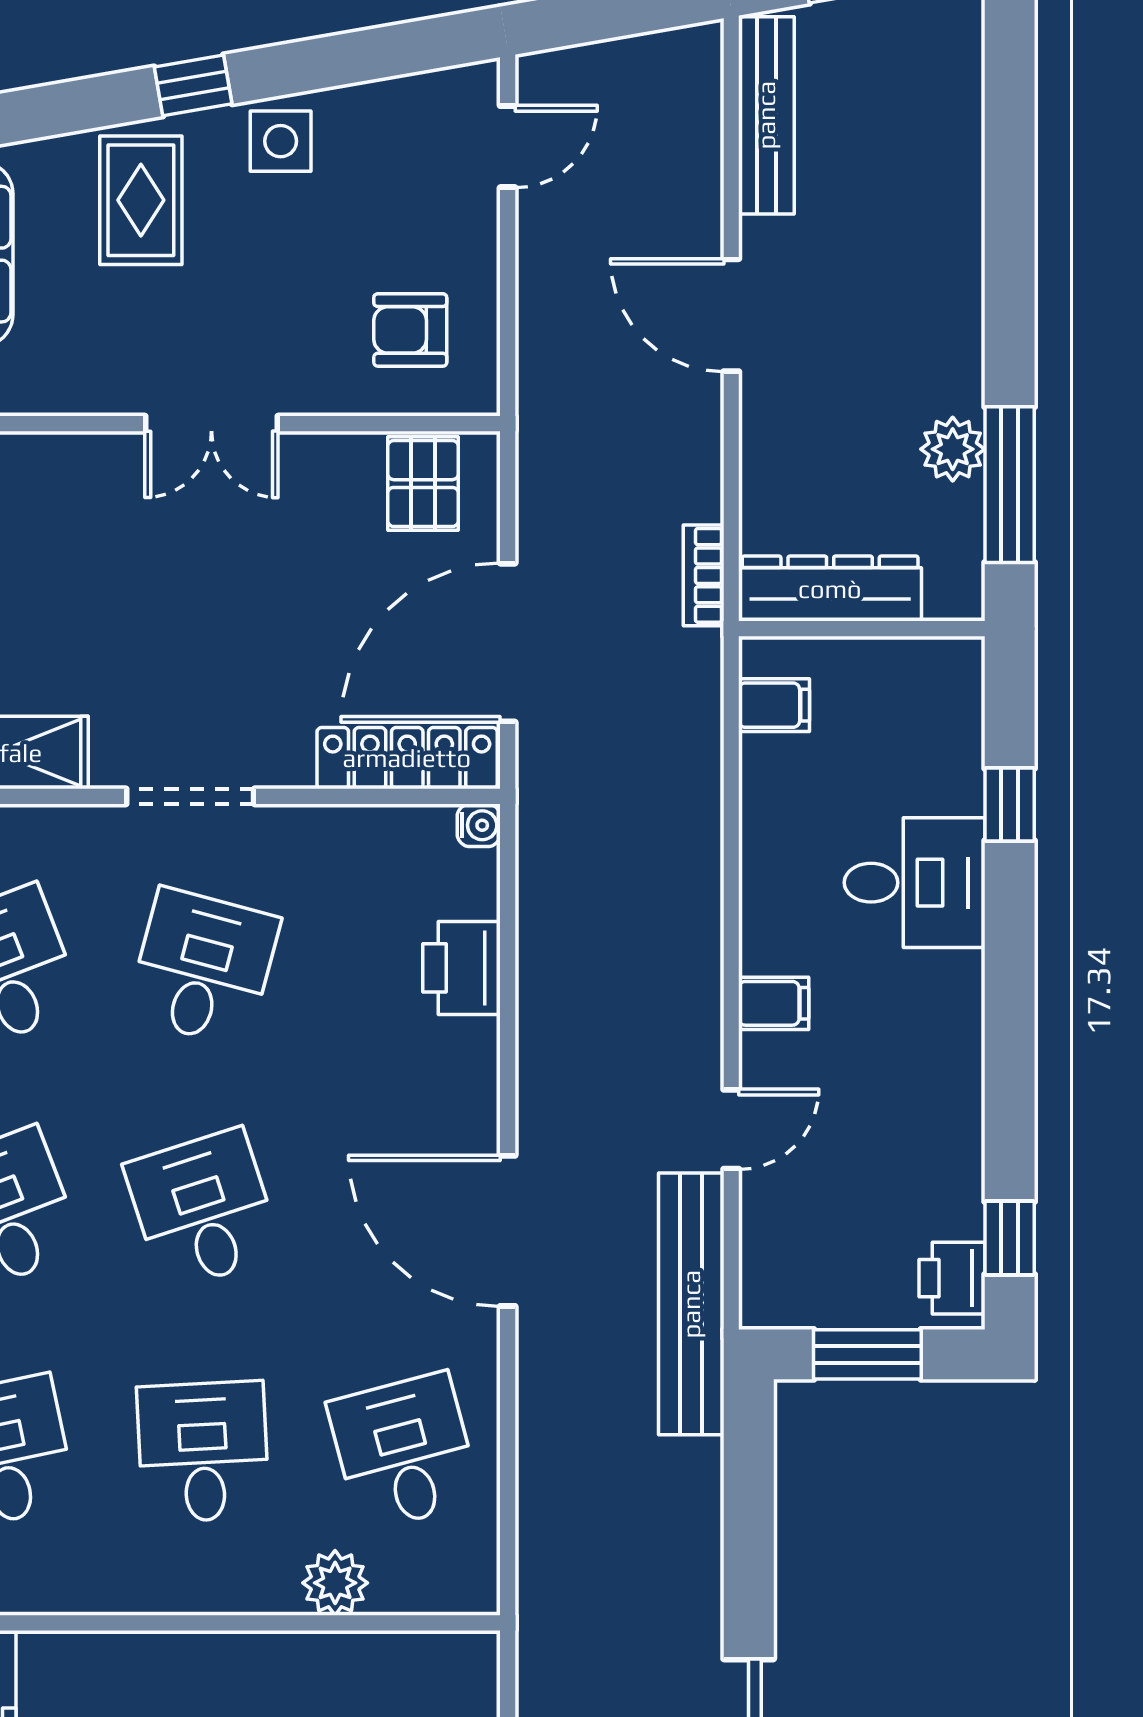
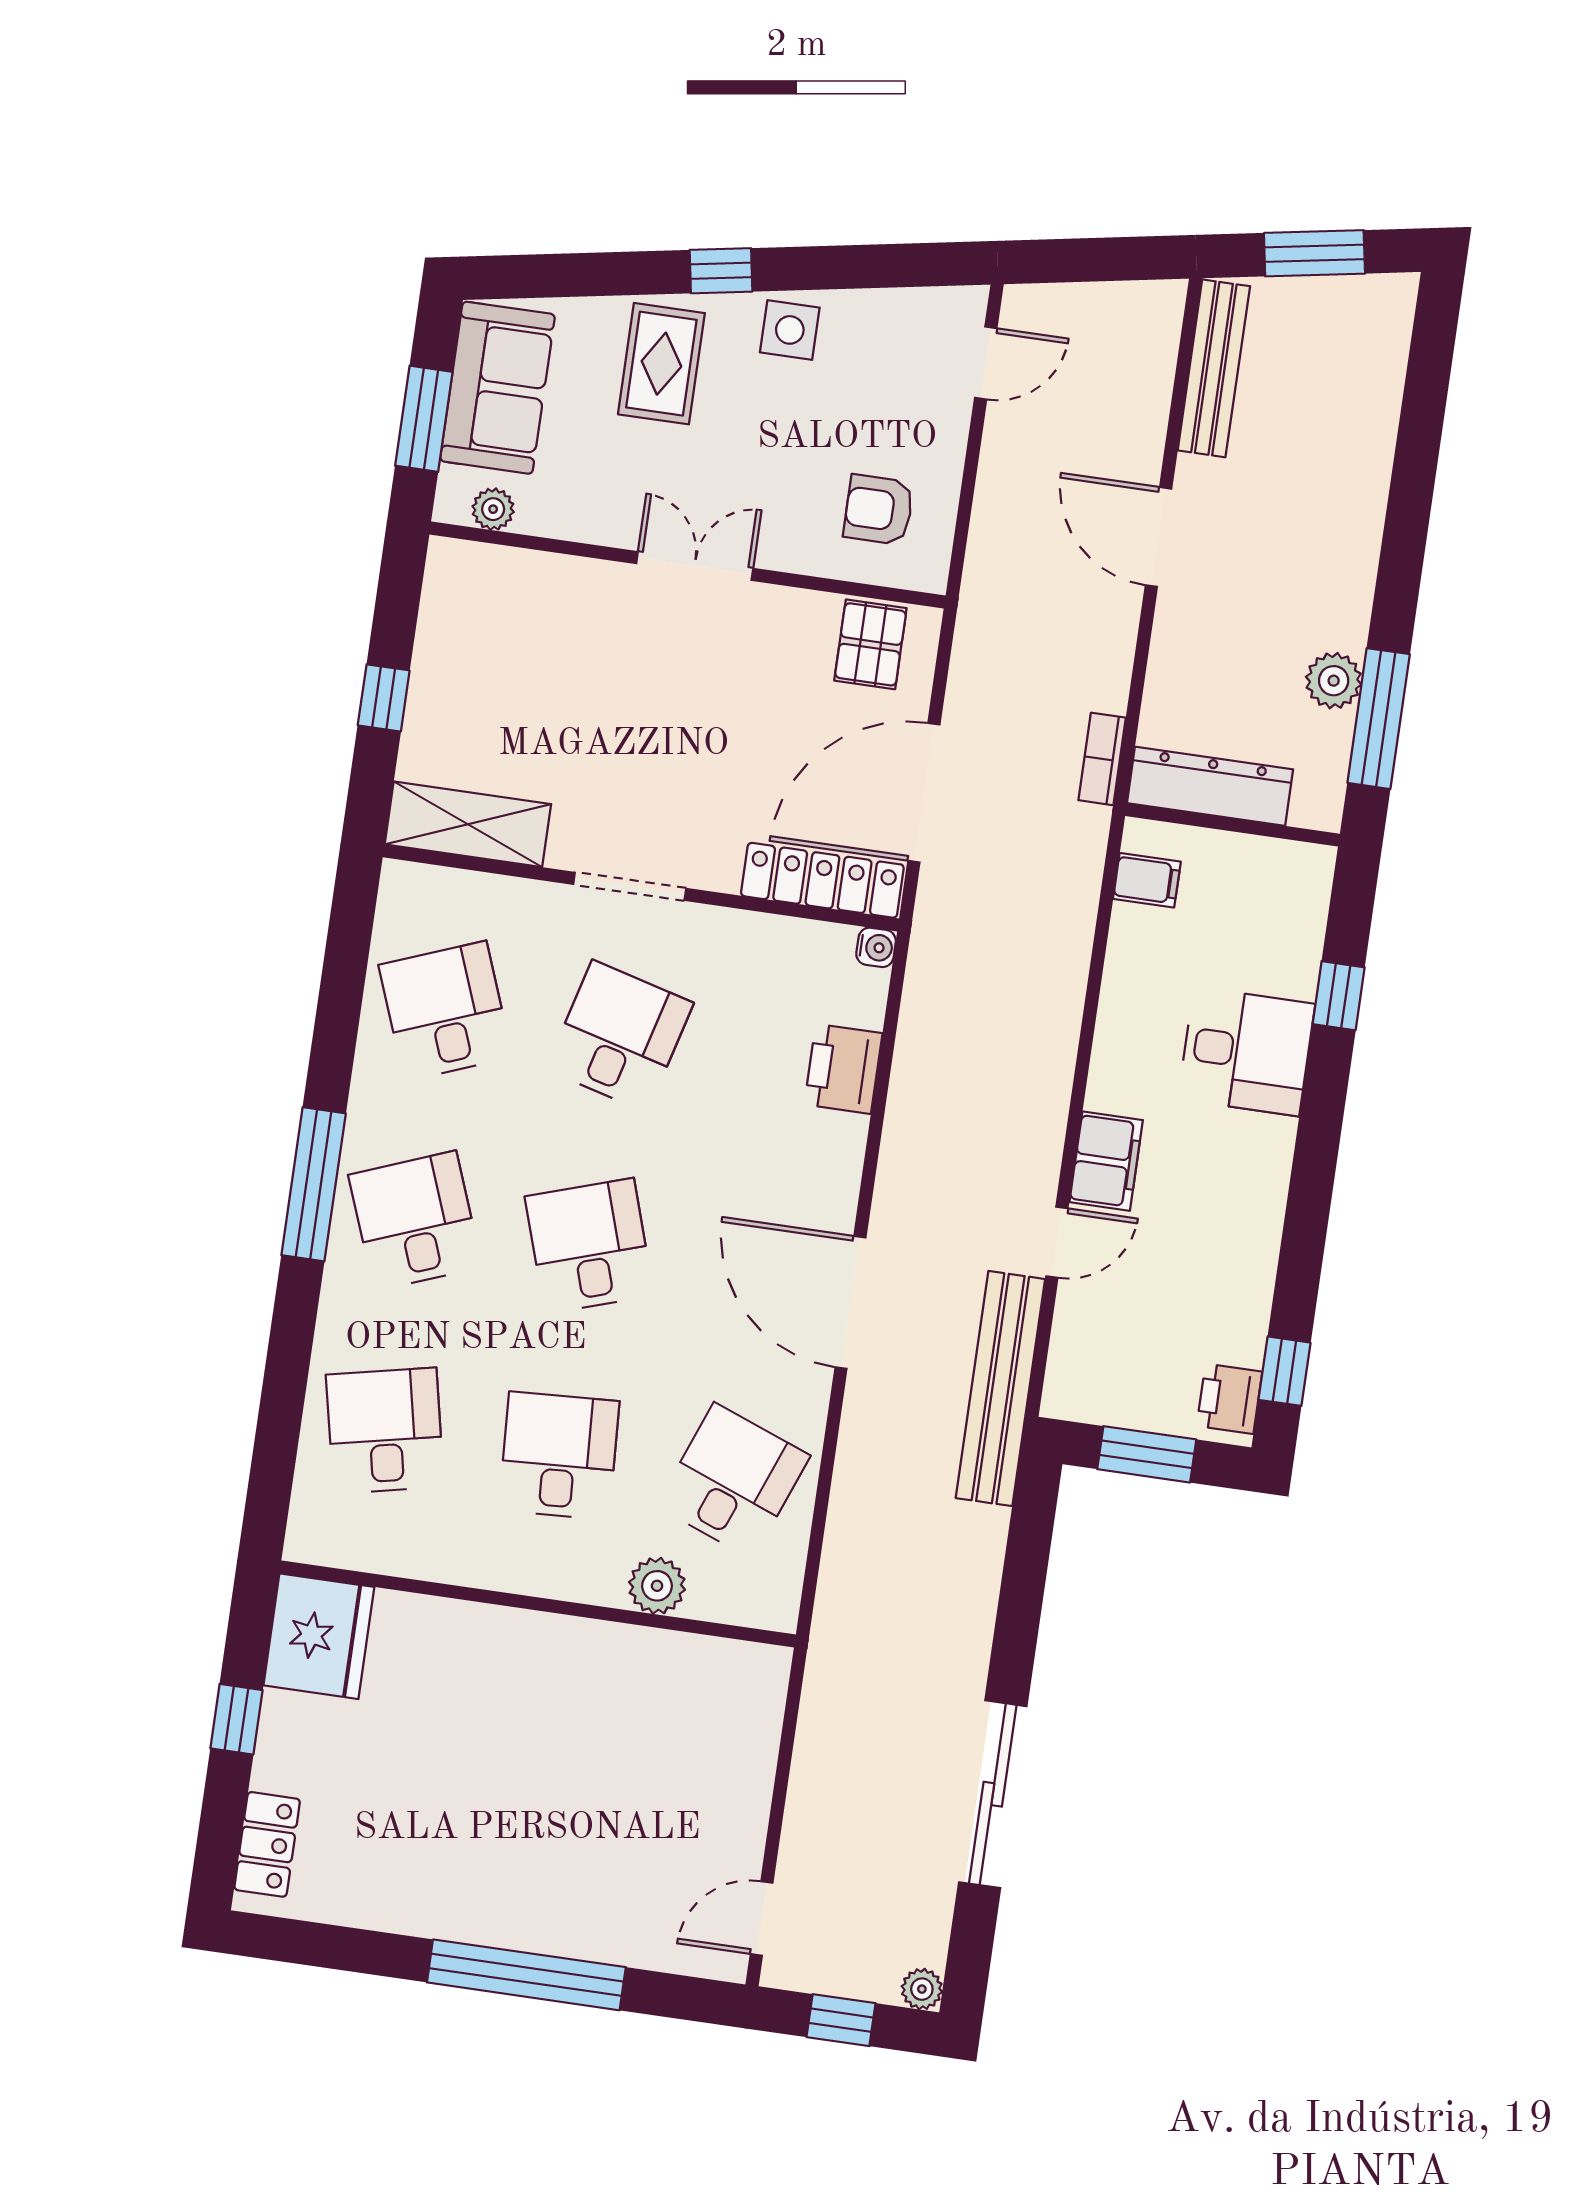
double door: (211, 424) -> (695, 566), swing flipped
filing cabinet: (774, 1003) -> (1106, 1161), width x2.00
desk: (404, 1452) -> (733, 1481), turned 36

